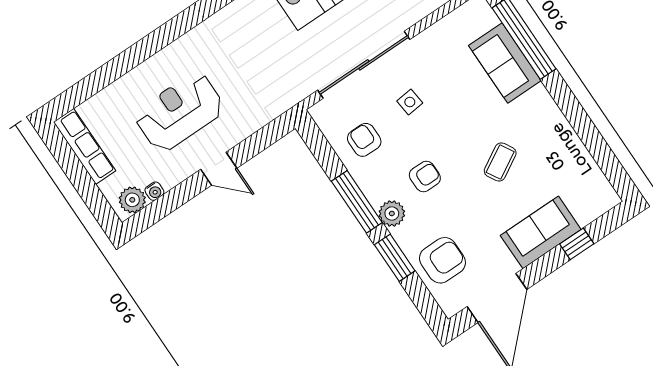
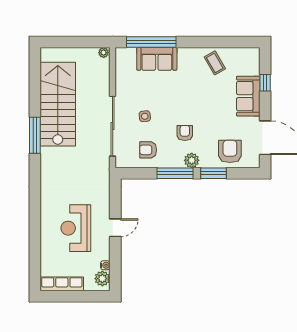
coffee table: (500, 162) -> (215, 63), moved

